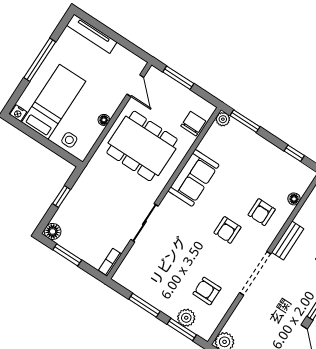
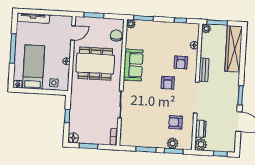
door: (135, 86) -> (73, 33), hinge flipped
dresser: (237, 320) -> (201, 129), added

